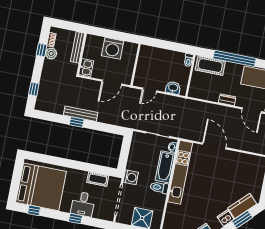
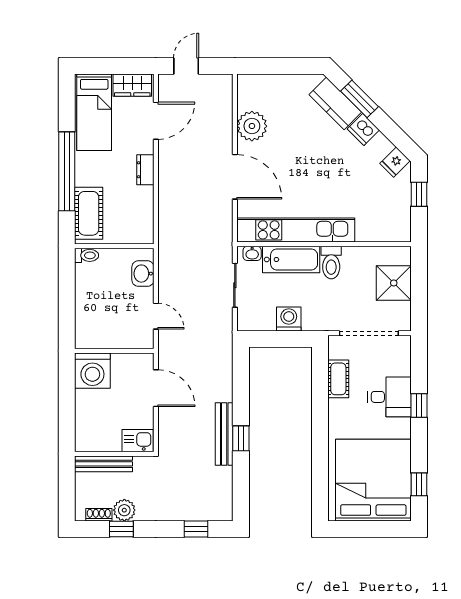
washing machine: (113, 48) -> (92, 371), moved, turned 90
door: (214, 146) -> (235, 177), swing flipped
plant: (239, 160) -> (252, 126), added
washing machine: (131, 177) -> (289, 319), moved

